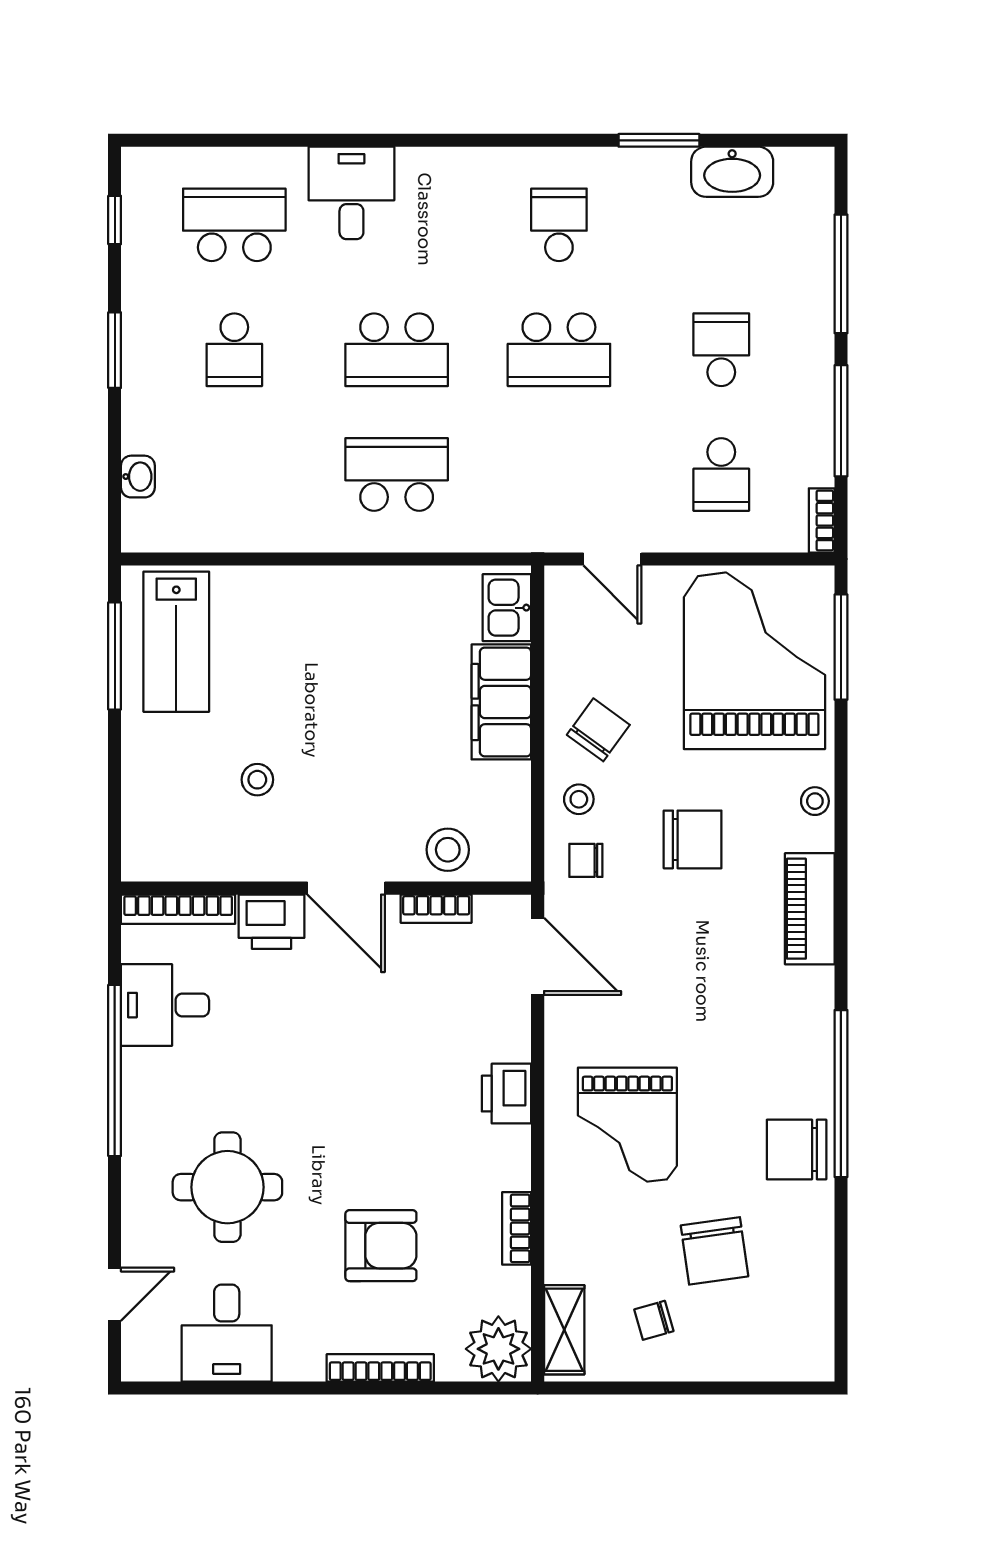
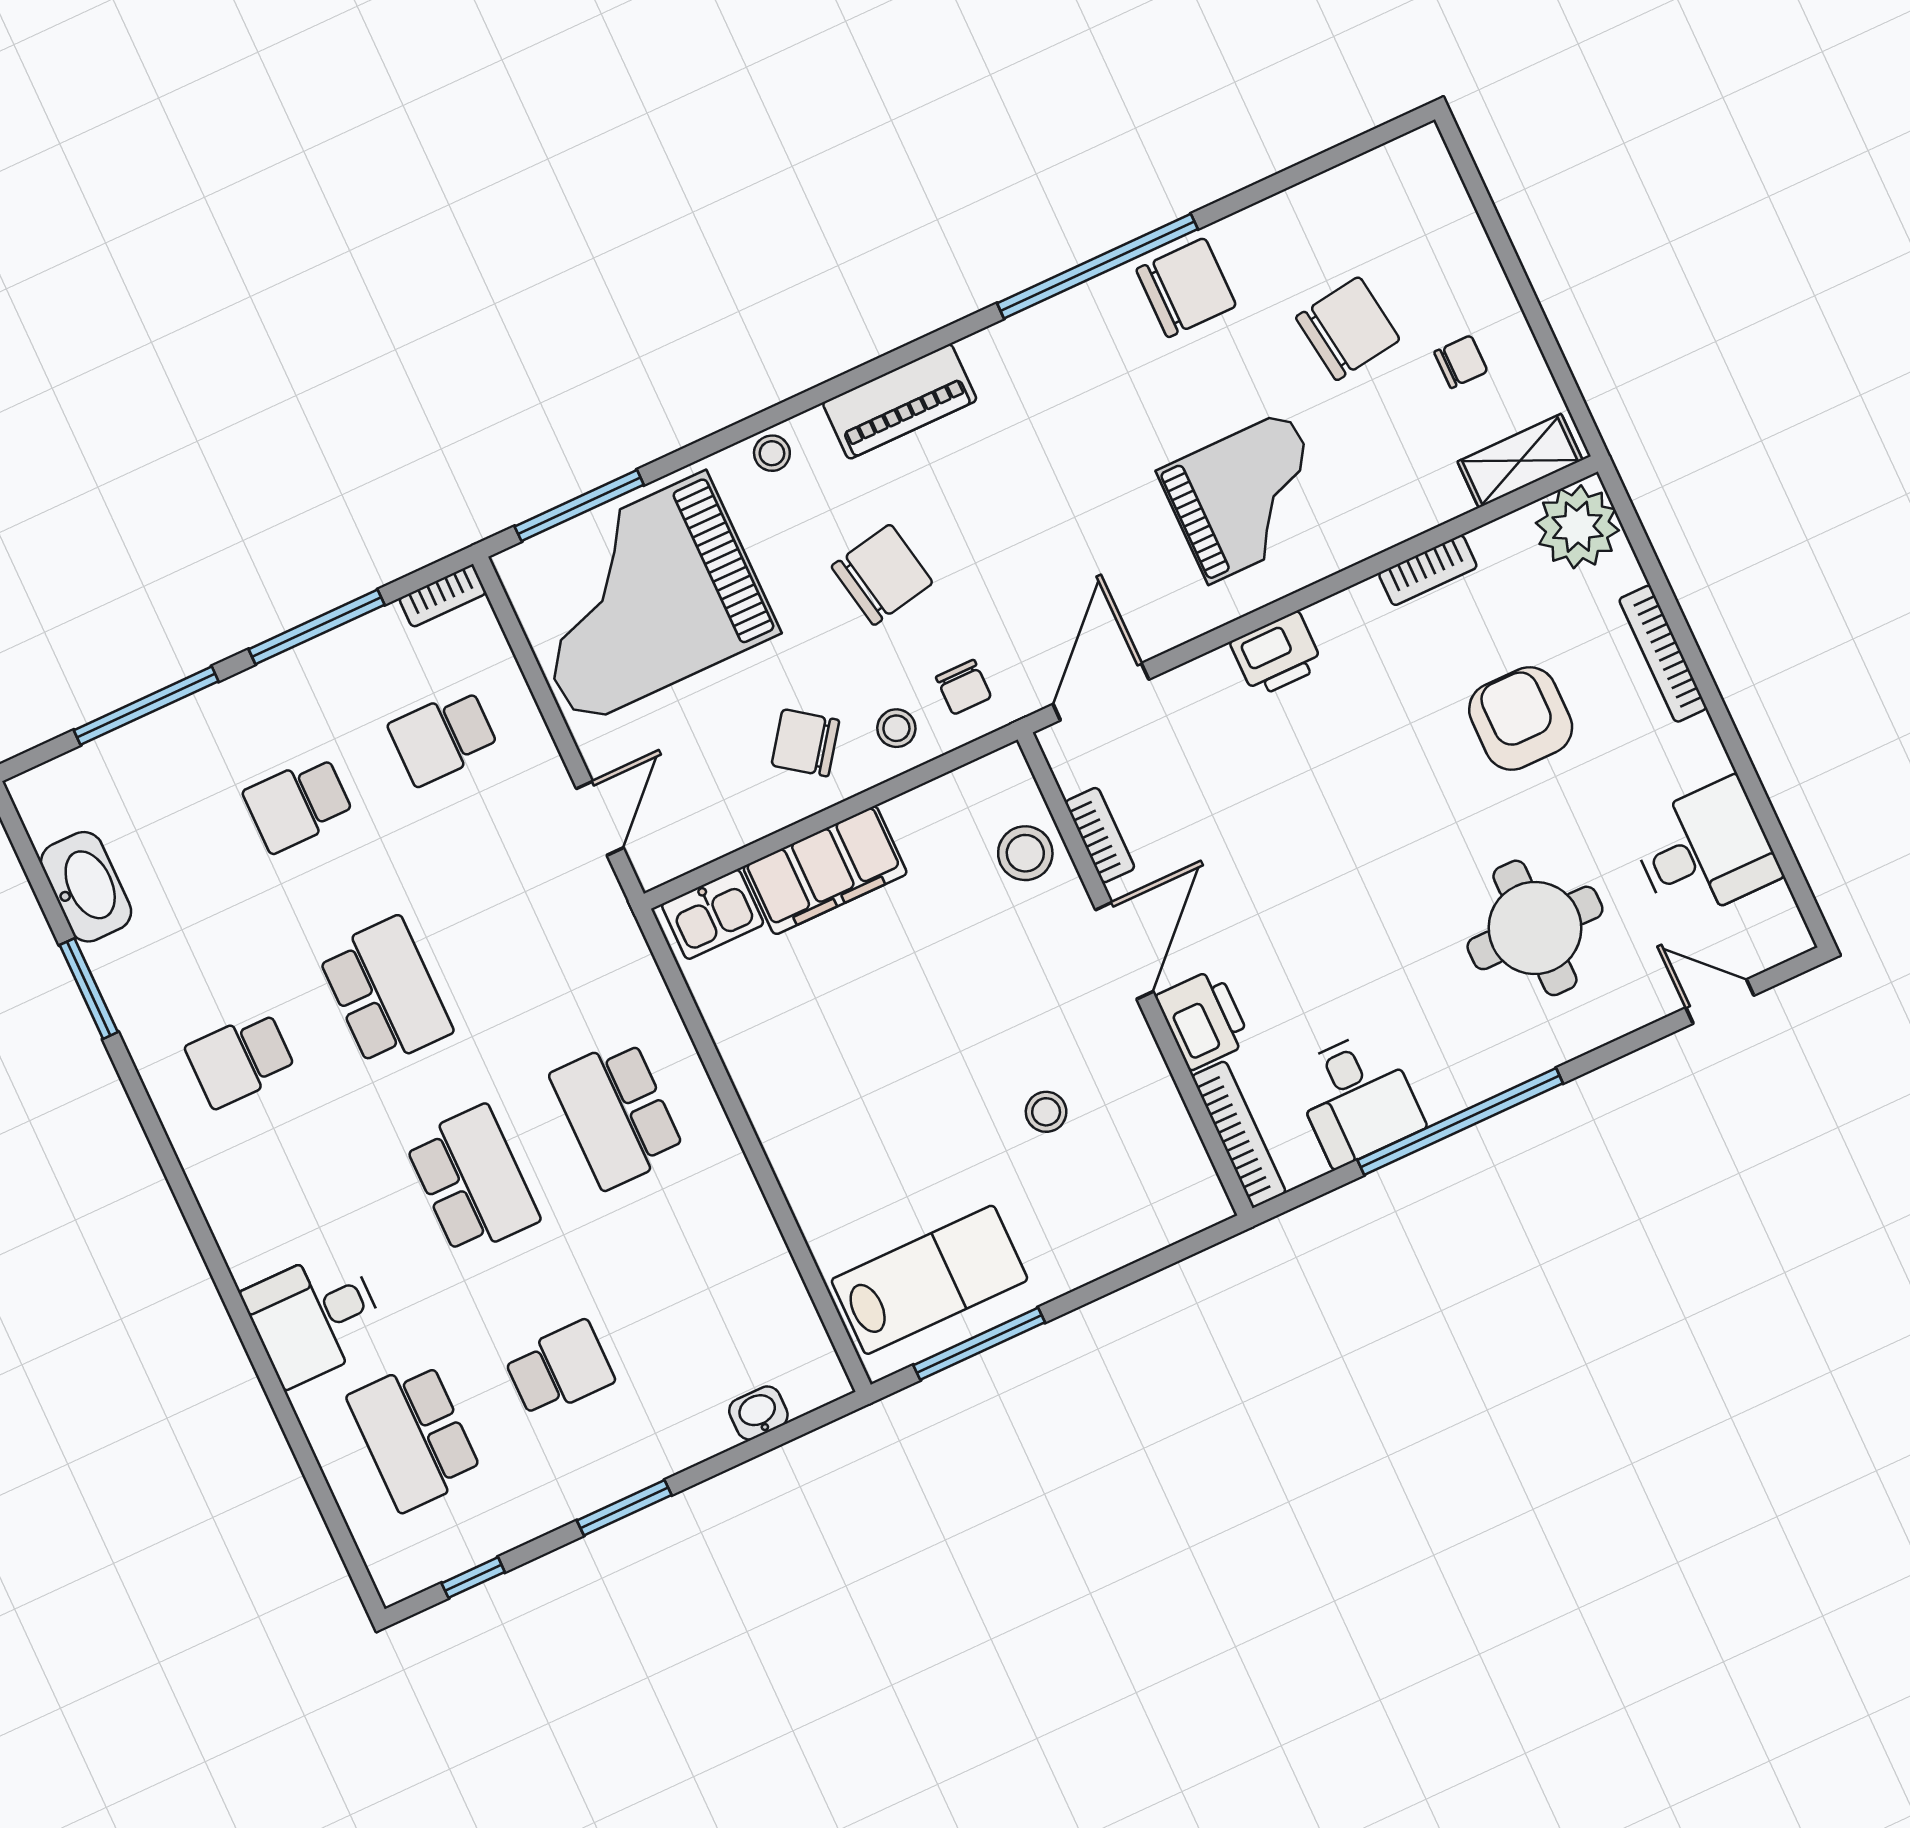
school desk: (721, 475) -> (443, 737), turned 180
chair: (693, 839) -> (882, 575), turned 79
chair: (797, 1150) -> (1186, 288), turned -90
chair: (654, 1320) -> (1461, 362), turned -74

